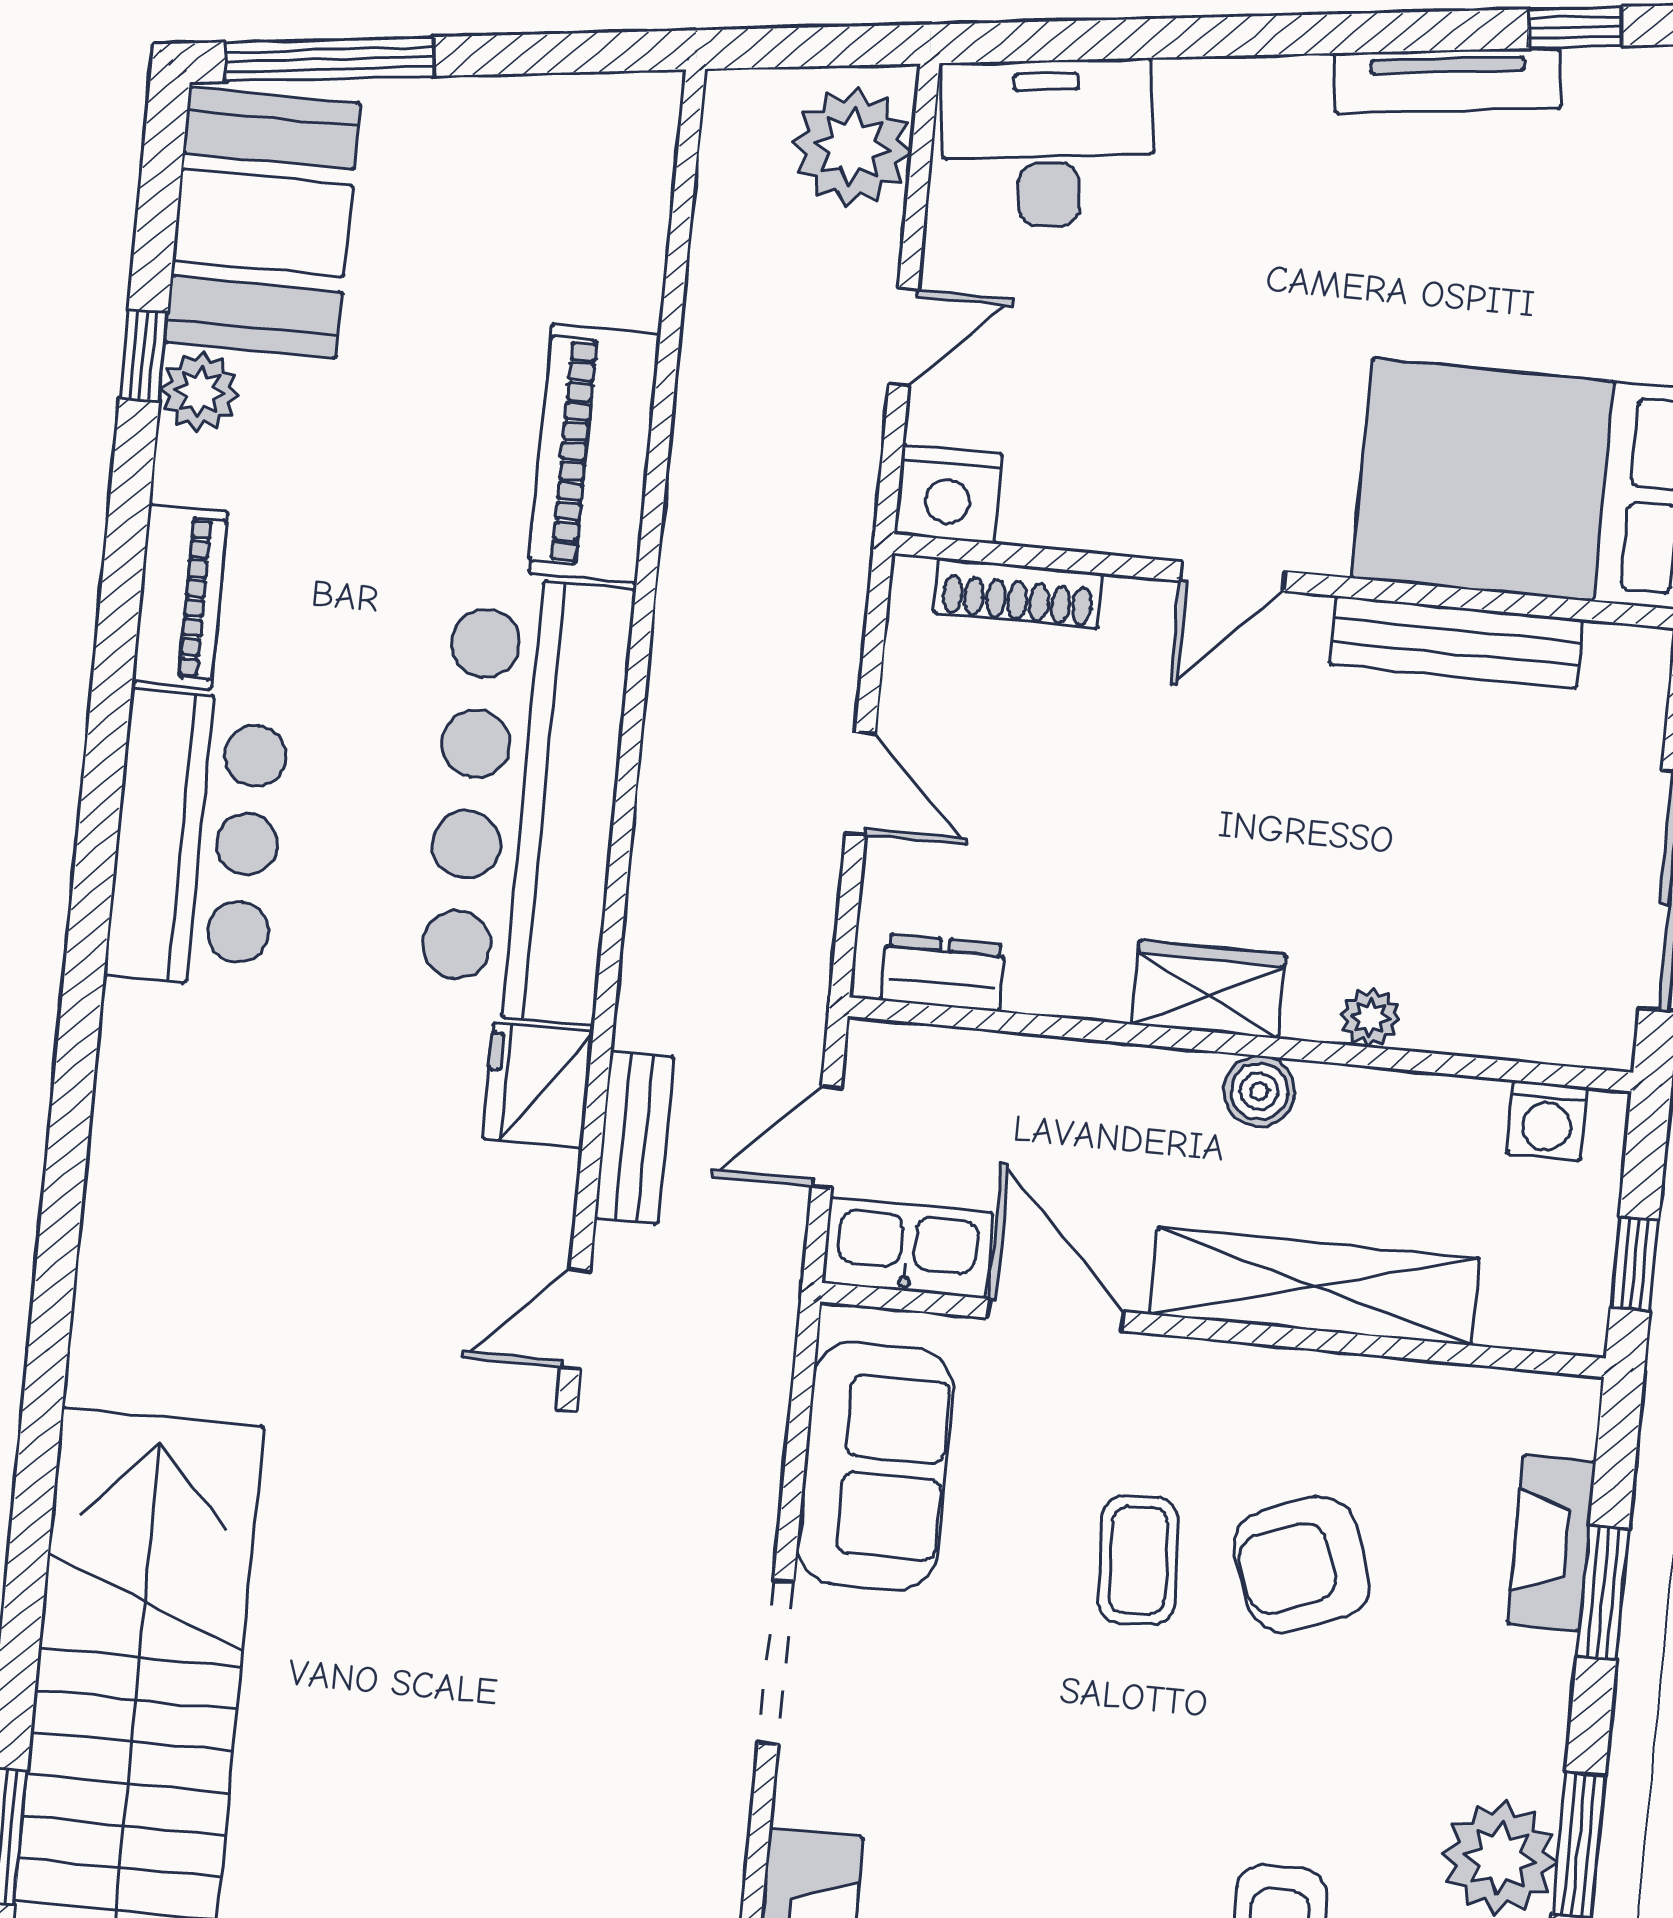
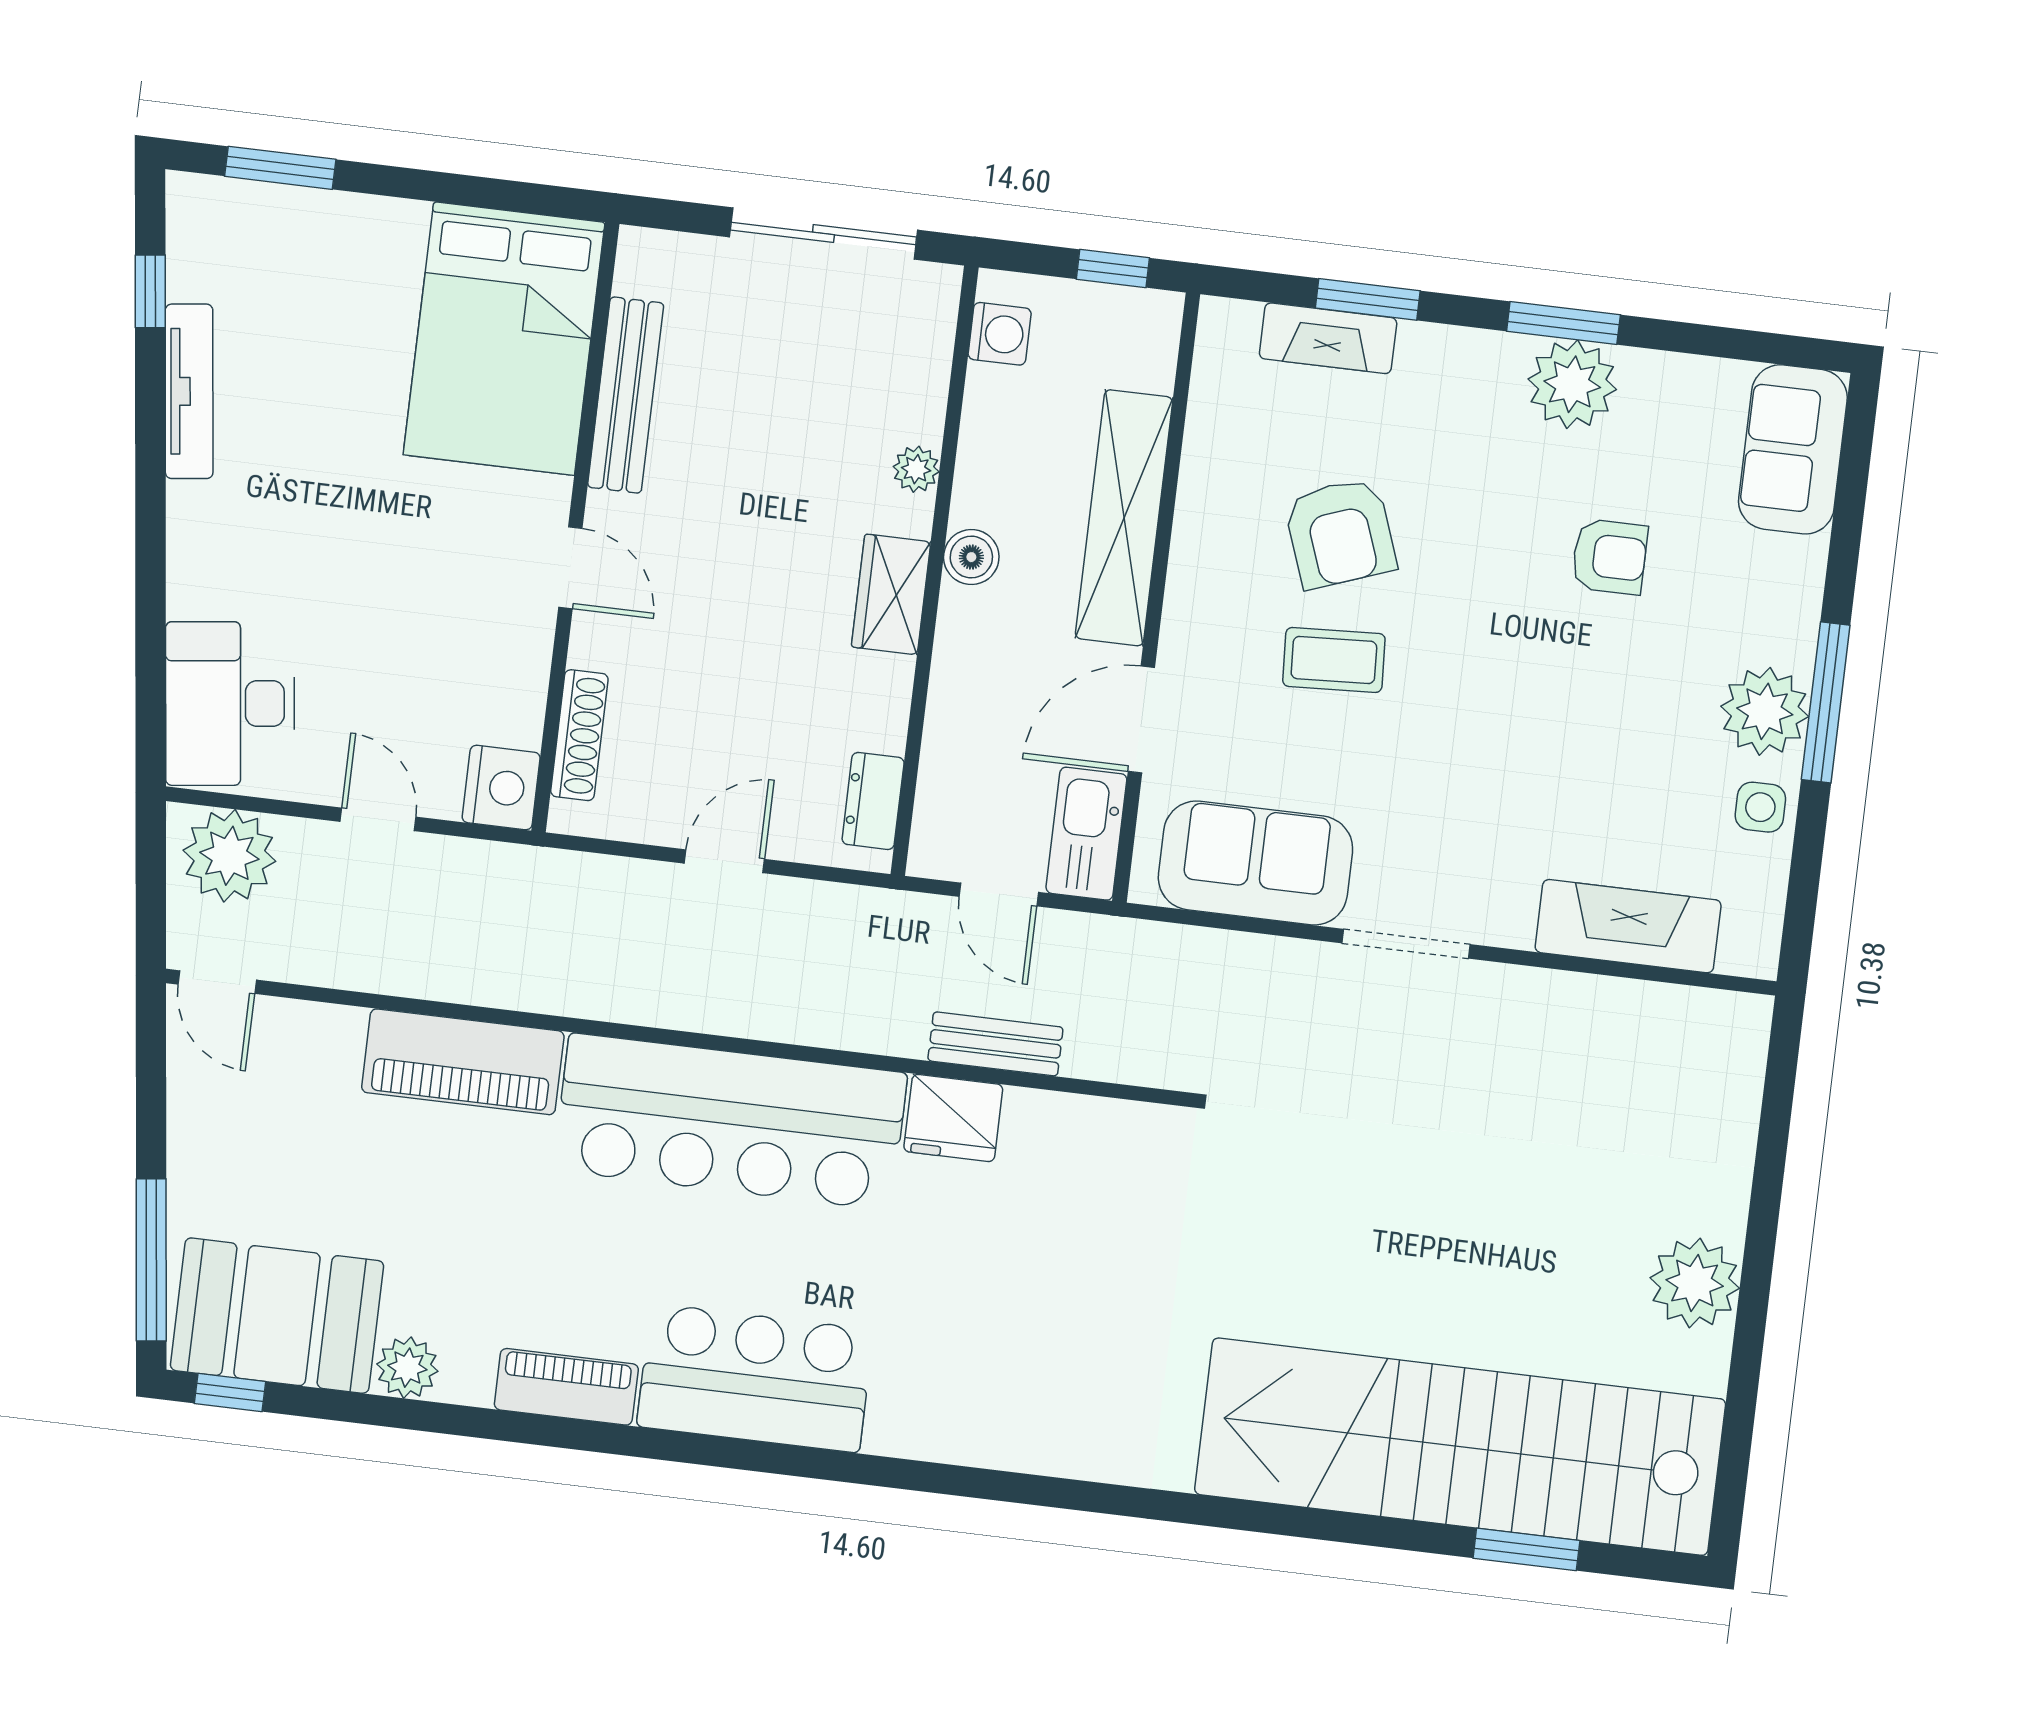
window: (144, 356) -> (230, 1393), moved
door: (575, 1319) -> (217, 982), moved

